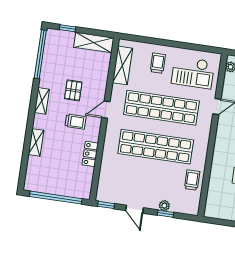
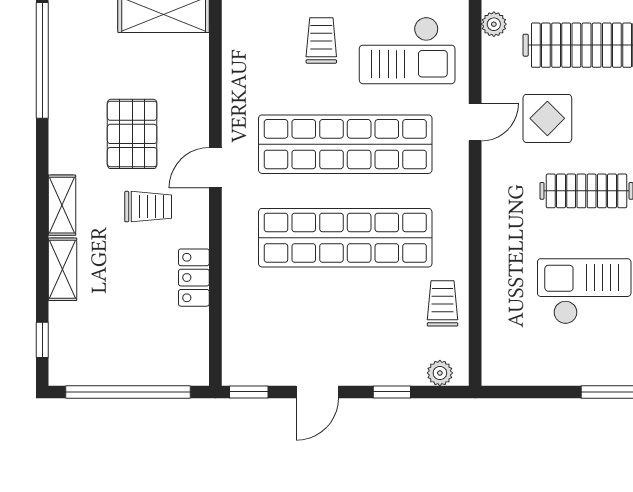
shelving: (123, 65) -> (239, 58), removed
pallet: (73, 90) -> (132, 134), width x1.50, depth x1.42
shelving: (42, 101) -> (62, 205), moved
window: (23, 171) -> (42, 340), added
plant: (164, 206) -> (440, 373), moved
door: (134, 209) -> (317, 392), hinge flipped

